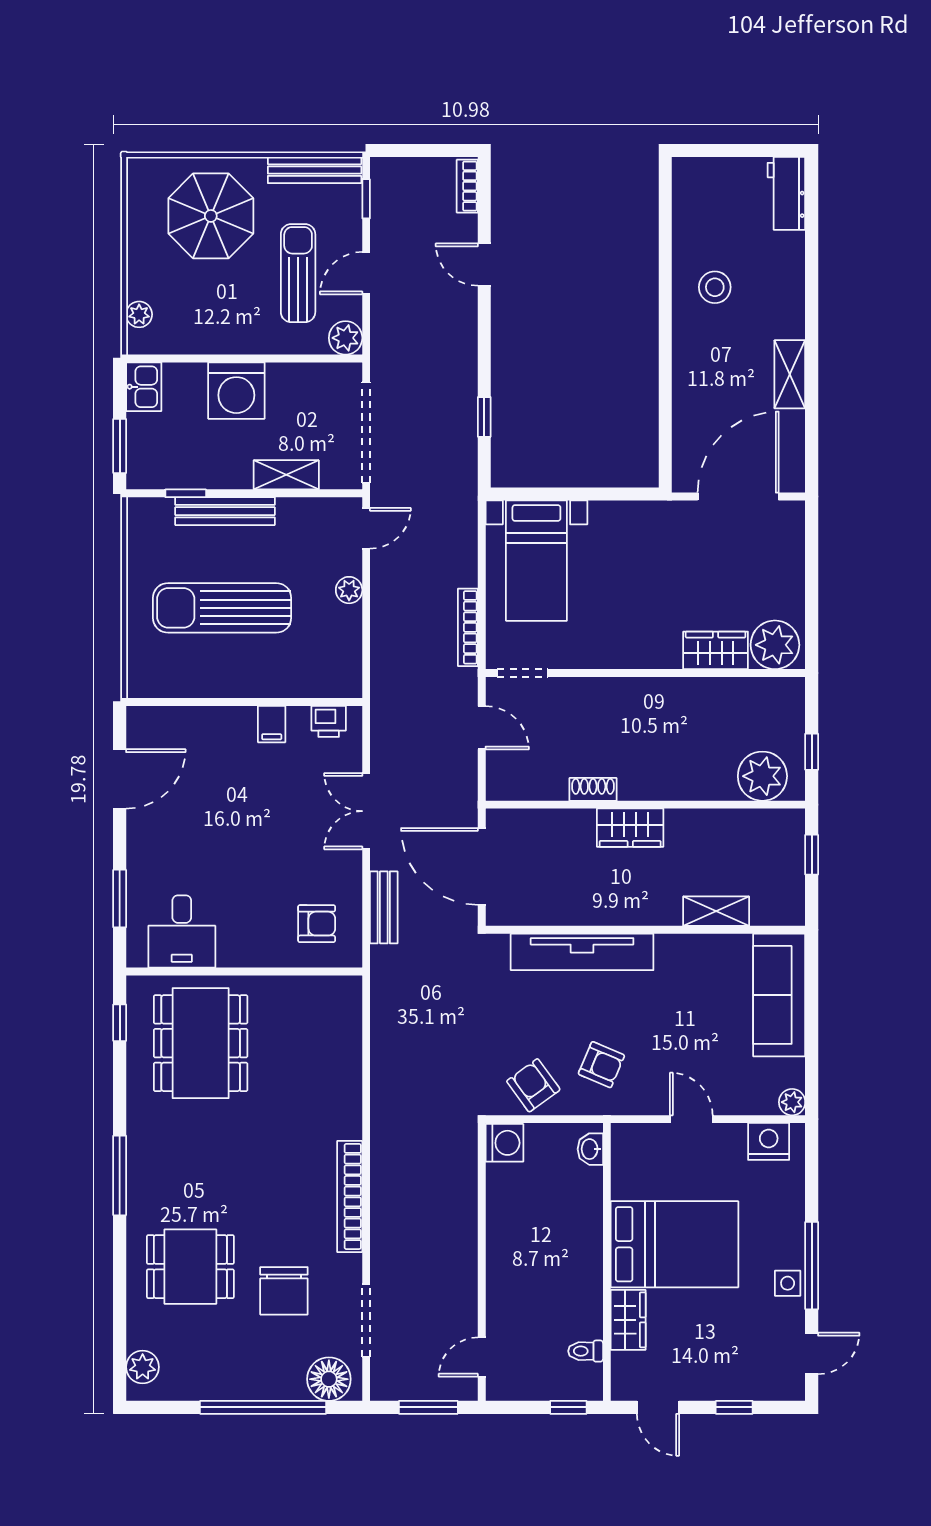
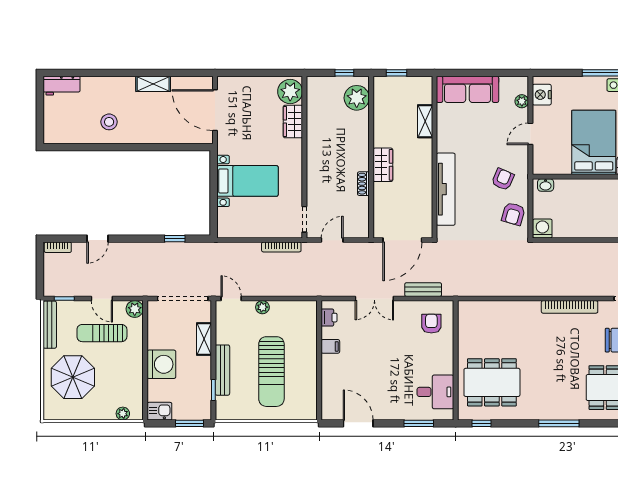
bed with nightstands: (536, 561) -> (248, 181), moved
armchair: (533, 1085) -> (513, 214), turned -38
plant: (792, 1102) -> (522, 101), moved

